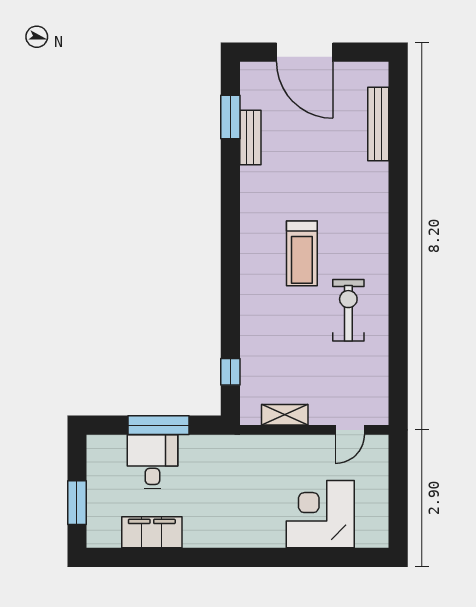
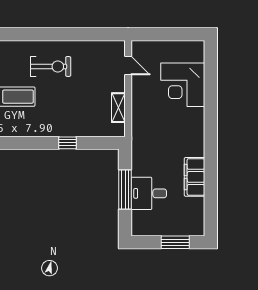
exercise bike: (348, 310) -> (51, 66), turned 180
window: (230, 372) -> (67, 143), moved
filing cabinet: (152, 532) -> (194, 177), moved

